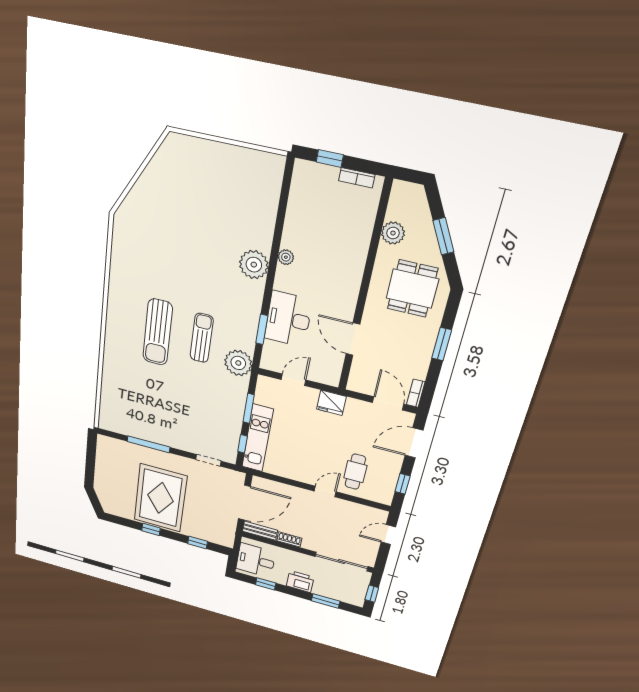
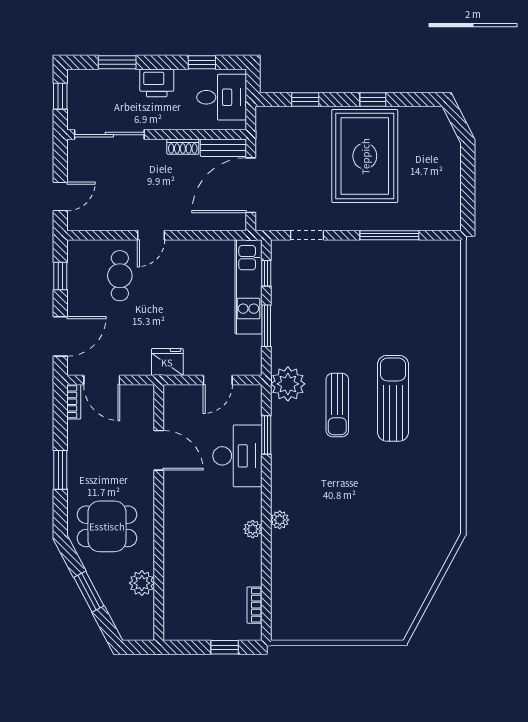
bookcase: (357, 178) -> (254, 605), moved, turned -90
plant: (254, 265) -> (280, 520), width x0.53, depth x0.53
dining table: (412, 289) -> (107, 526), turned 90

